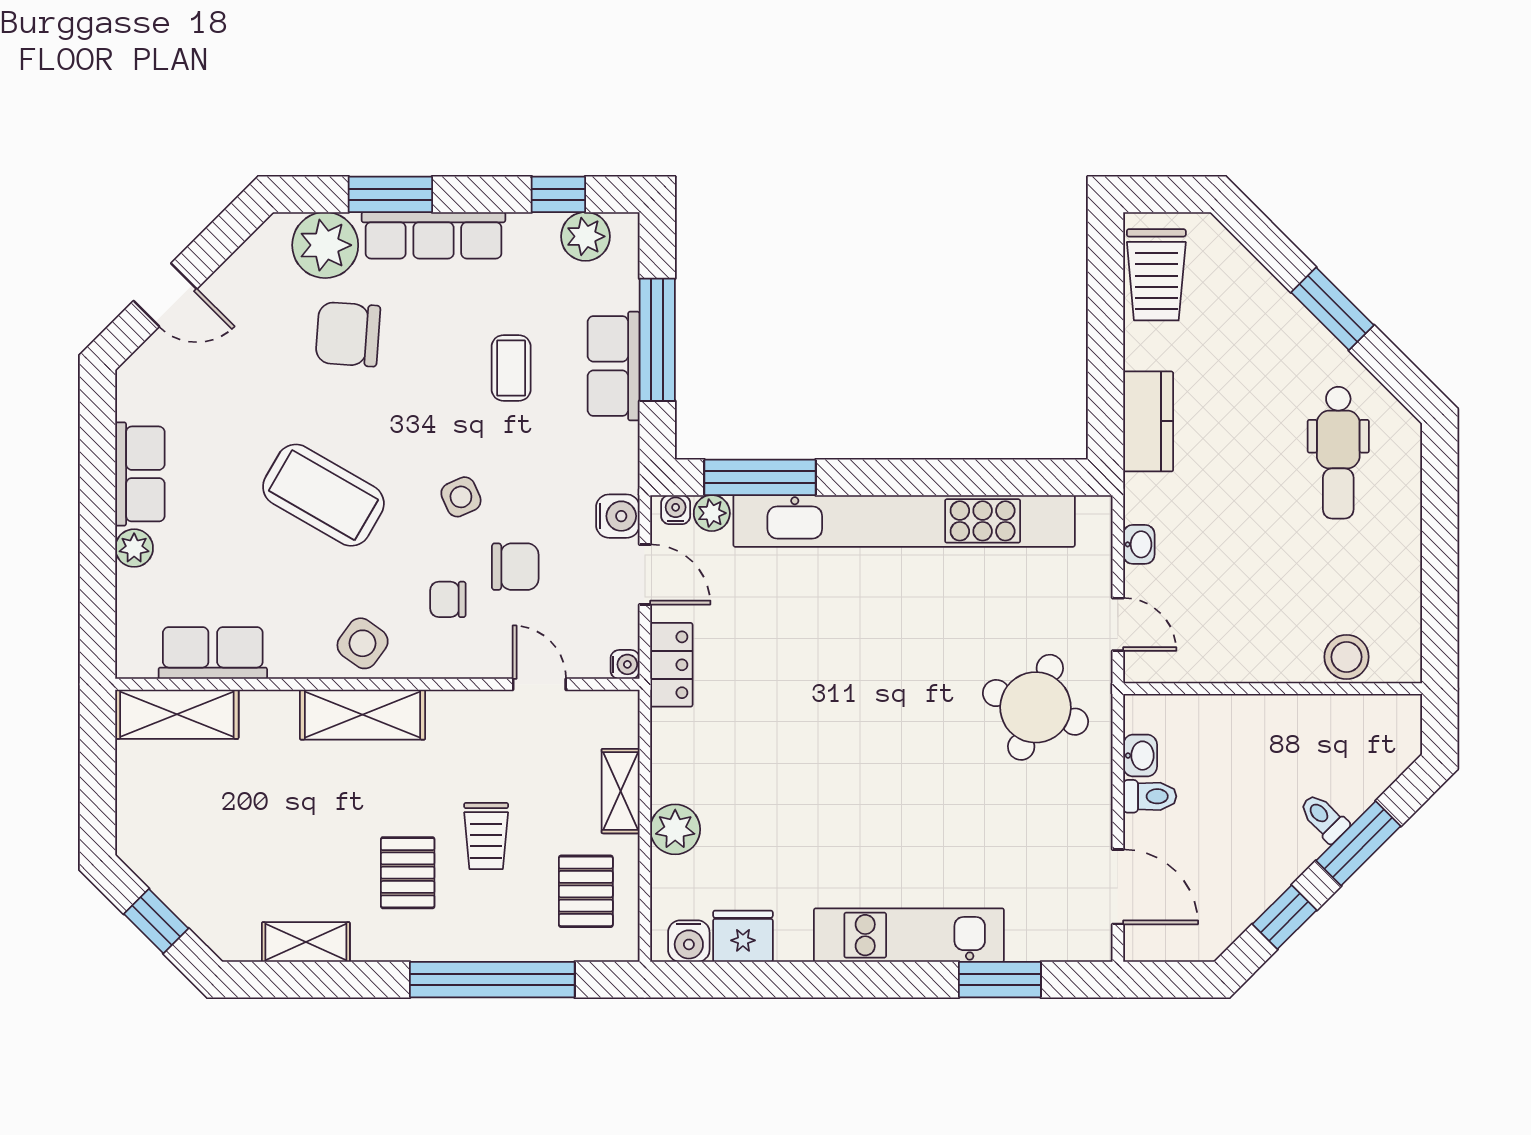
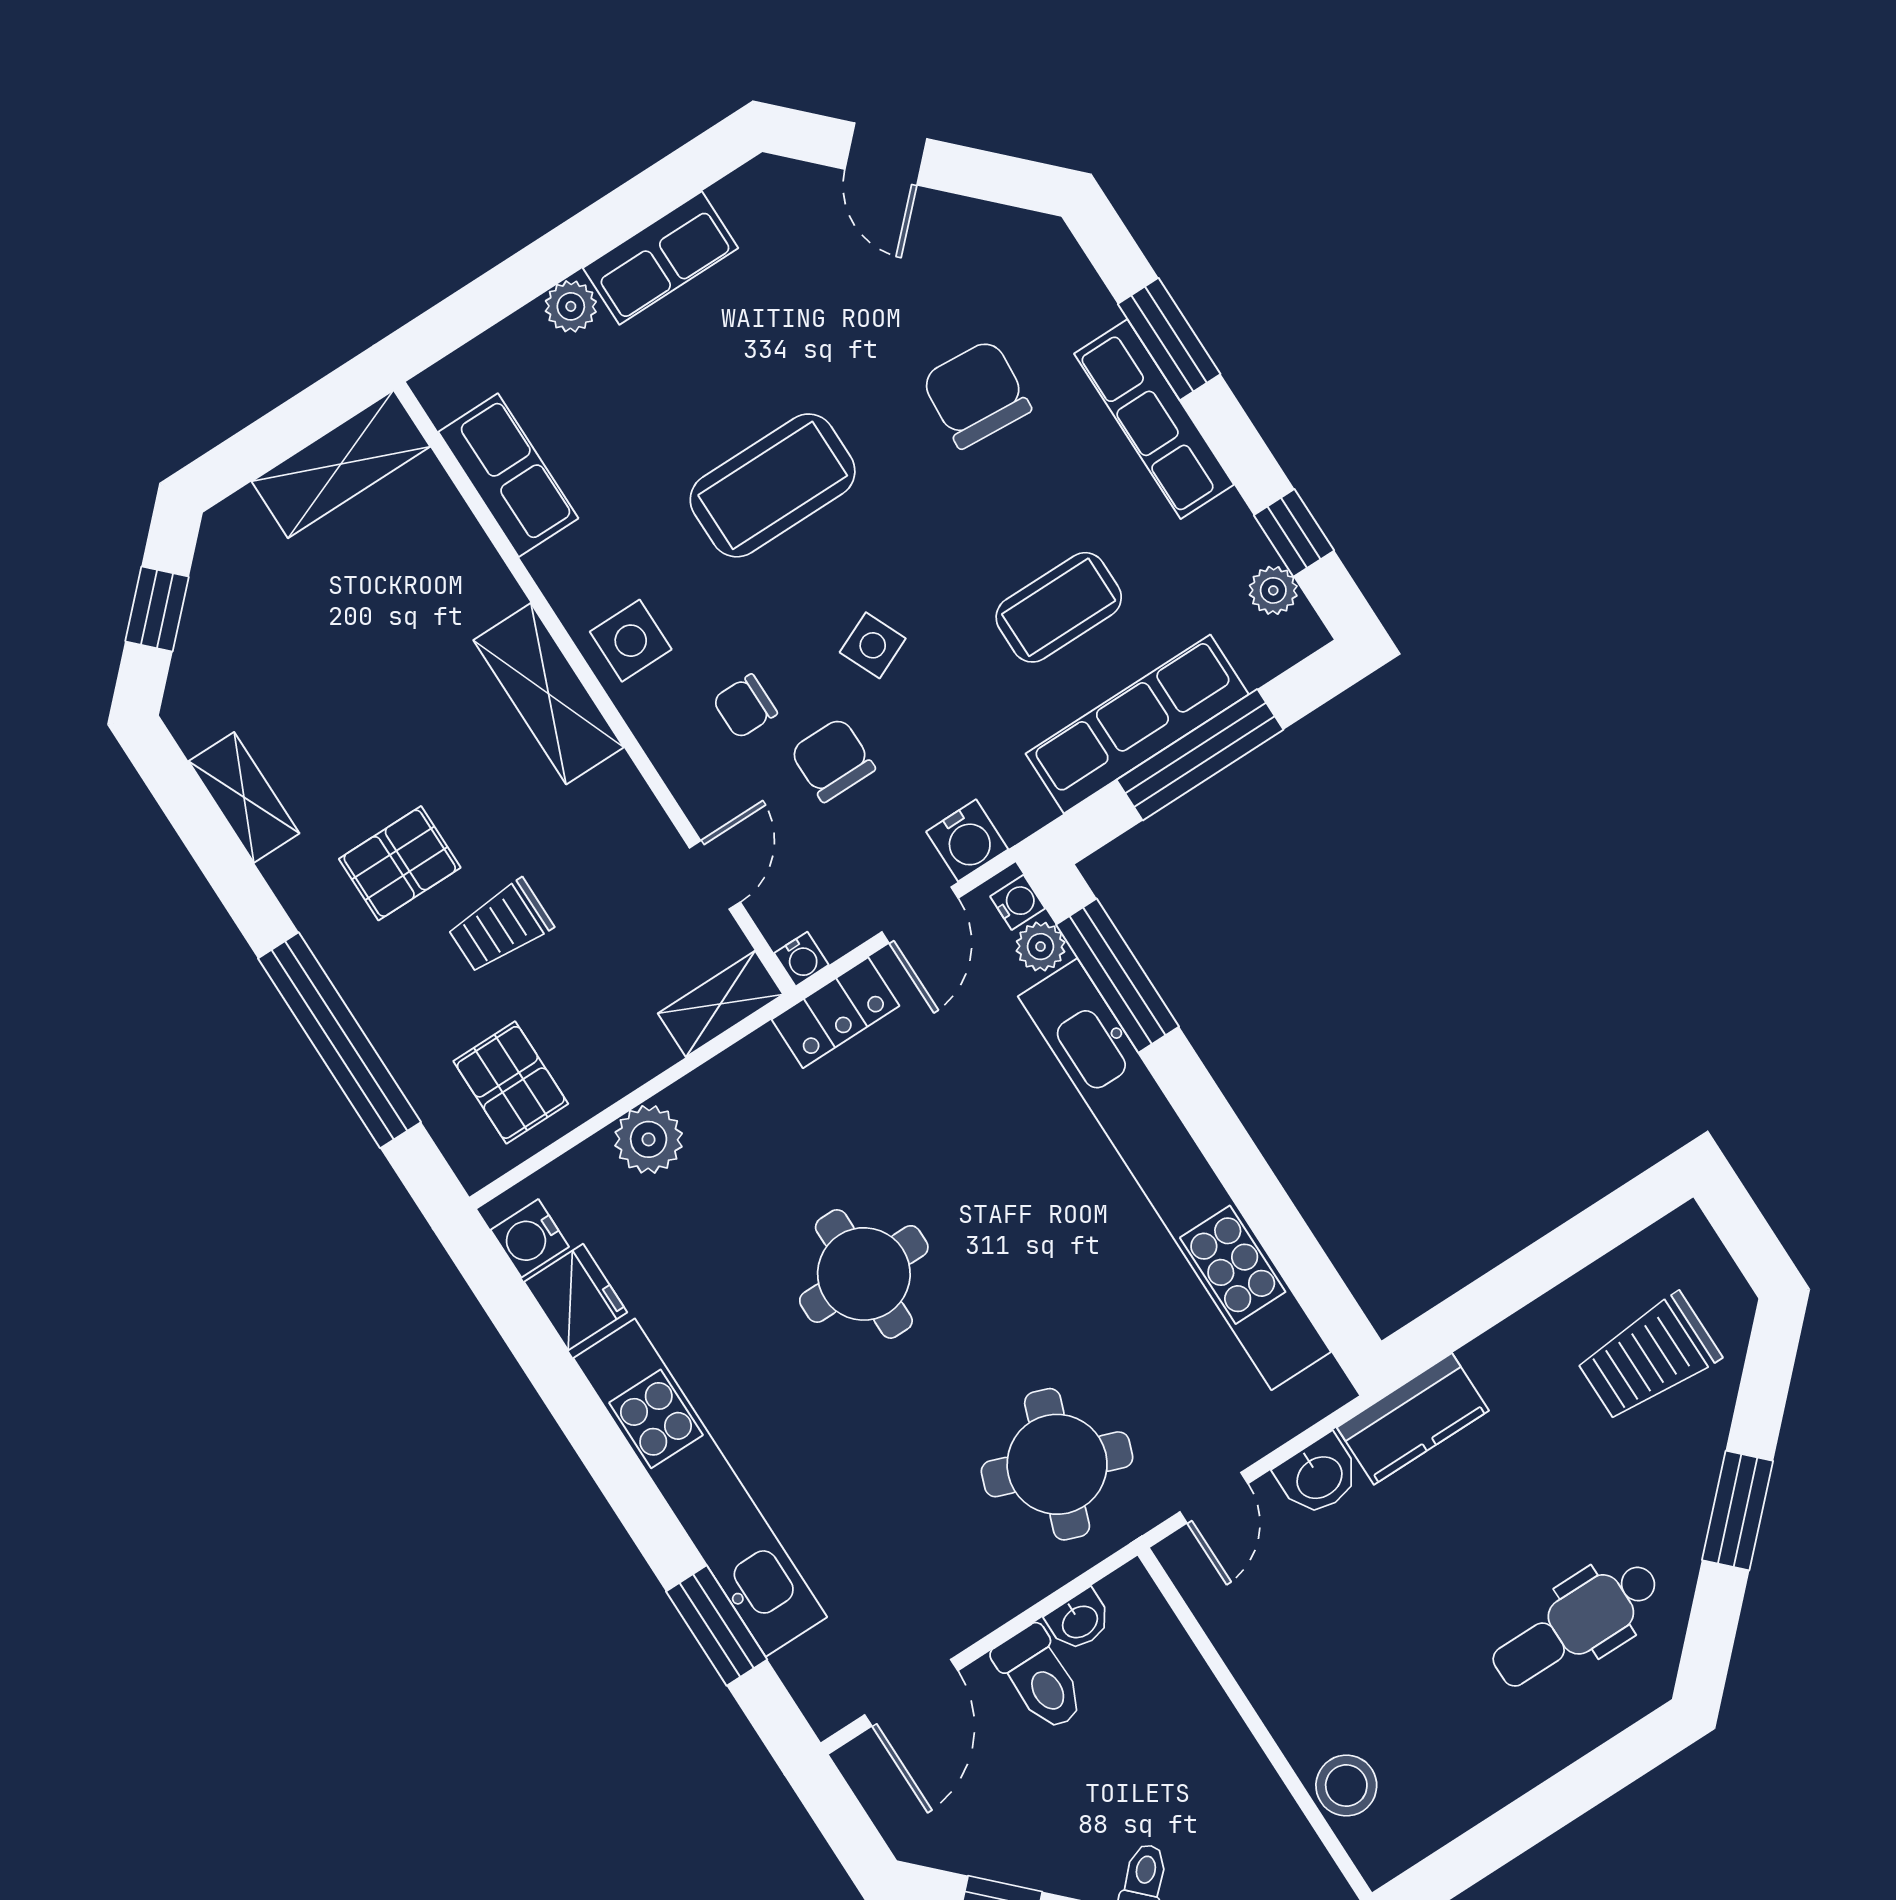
plant: (585, 236) -> (1273, 590), width x0.73, depth x0.73
plant: (325, 245) -> (1062, 302), removed
trolley: (1156, 275) -> (1649, 1358), moved
row of seats: (614, 366) -> (1137, 724), width x1.48
coffee table: (511, 368) -> (1059, 607), width x1.36, depth x1.30
kitchen counter: (1148, 421) -> (1413, 1419), moved
coffee table: (323, 495) -> (773, 485), turned 60
washbasin: (1139, 544) -> (1318, 1476), width x1.38, depth x1.45
chair: (515, 567) -> (833, 760), turned 180
chair: (448, 599) -> (745, 706), turned -90
side table: (363, 643) -> (631, 641), turned -36
shelving: (177, 714) -> (341, 464), moved, turned 90
round table: (843, 751) -> (864, 1274), added
shelving: (621, 791) -> (720, 1004), moved
toilet: (1150, 796) -> (1040, 1679), width x1.37, depth x1.39
pallet: (586, 891) -> (511, 1082), turned 90
kitchen unit: (909, 935) -> (700, 1488), width x1.36

